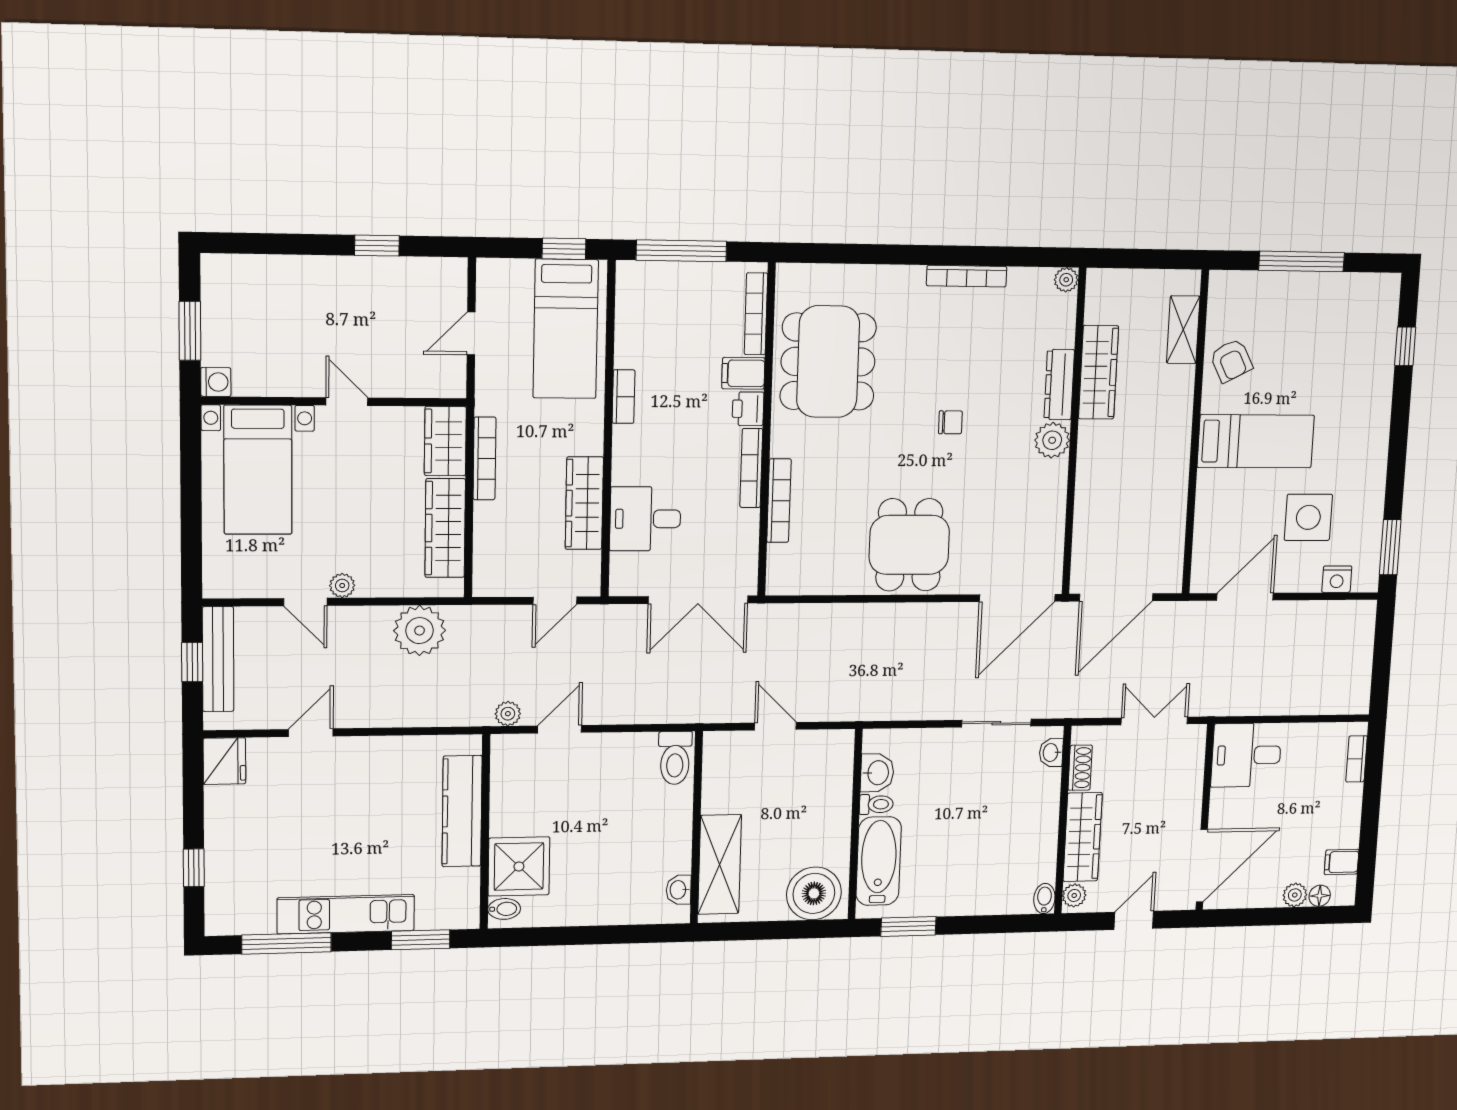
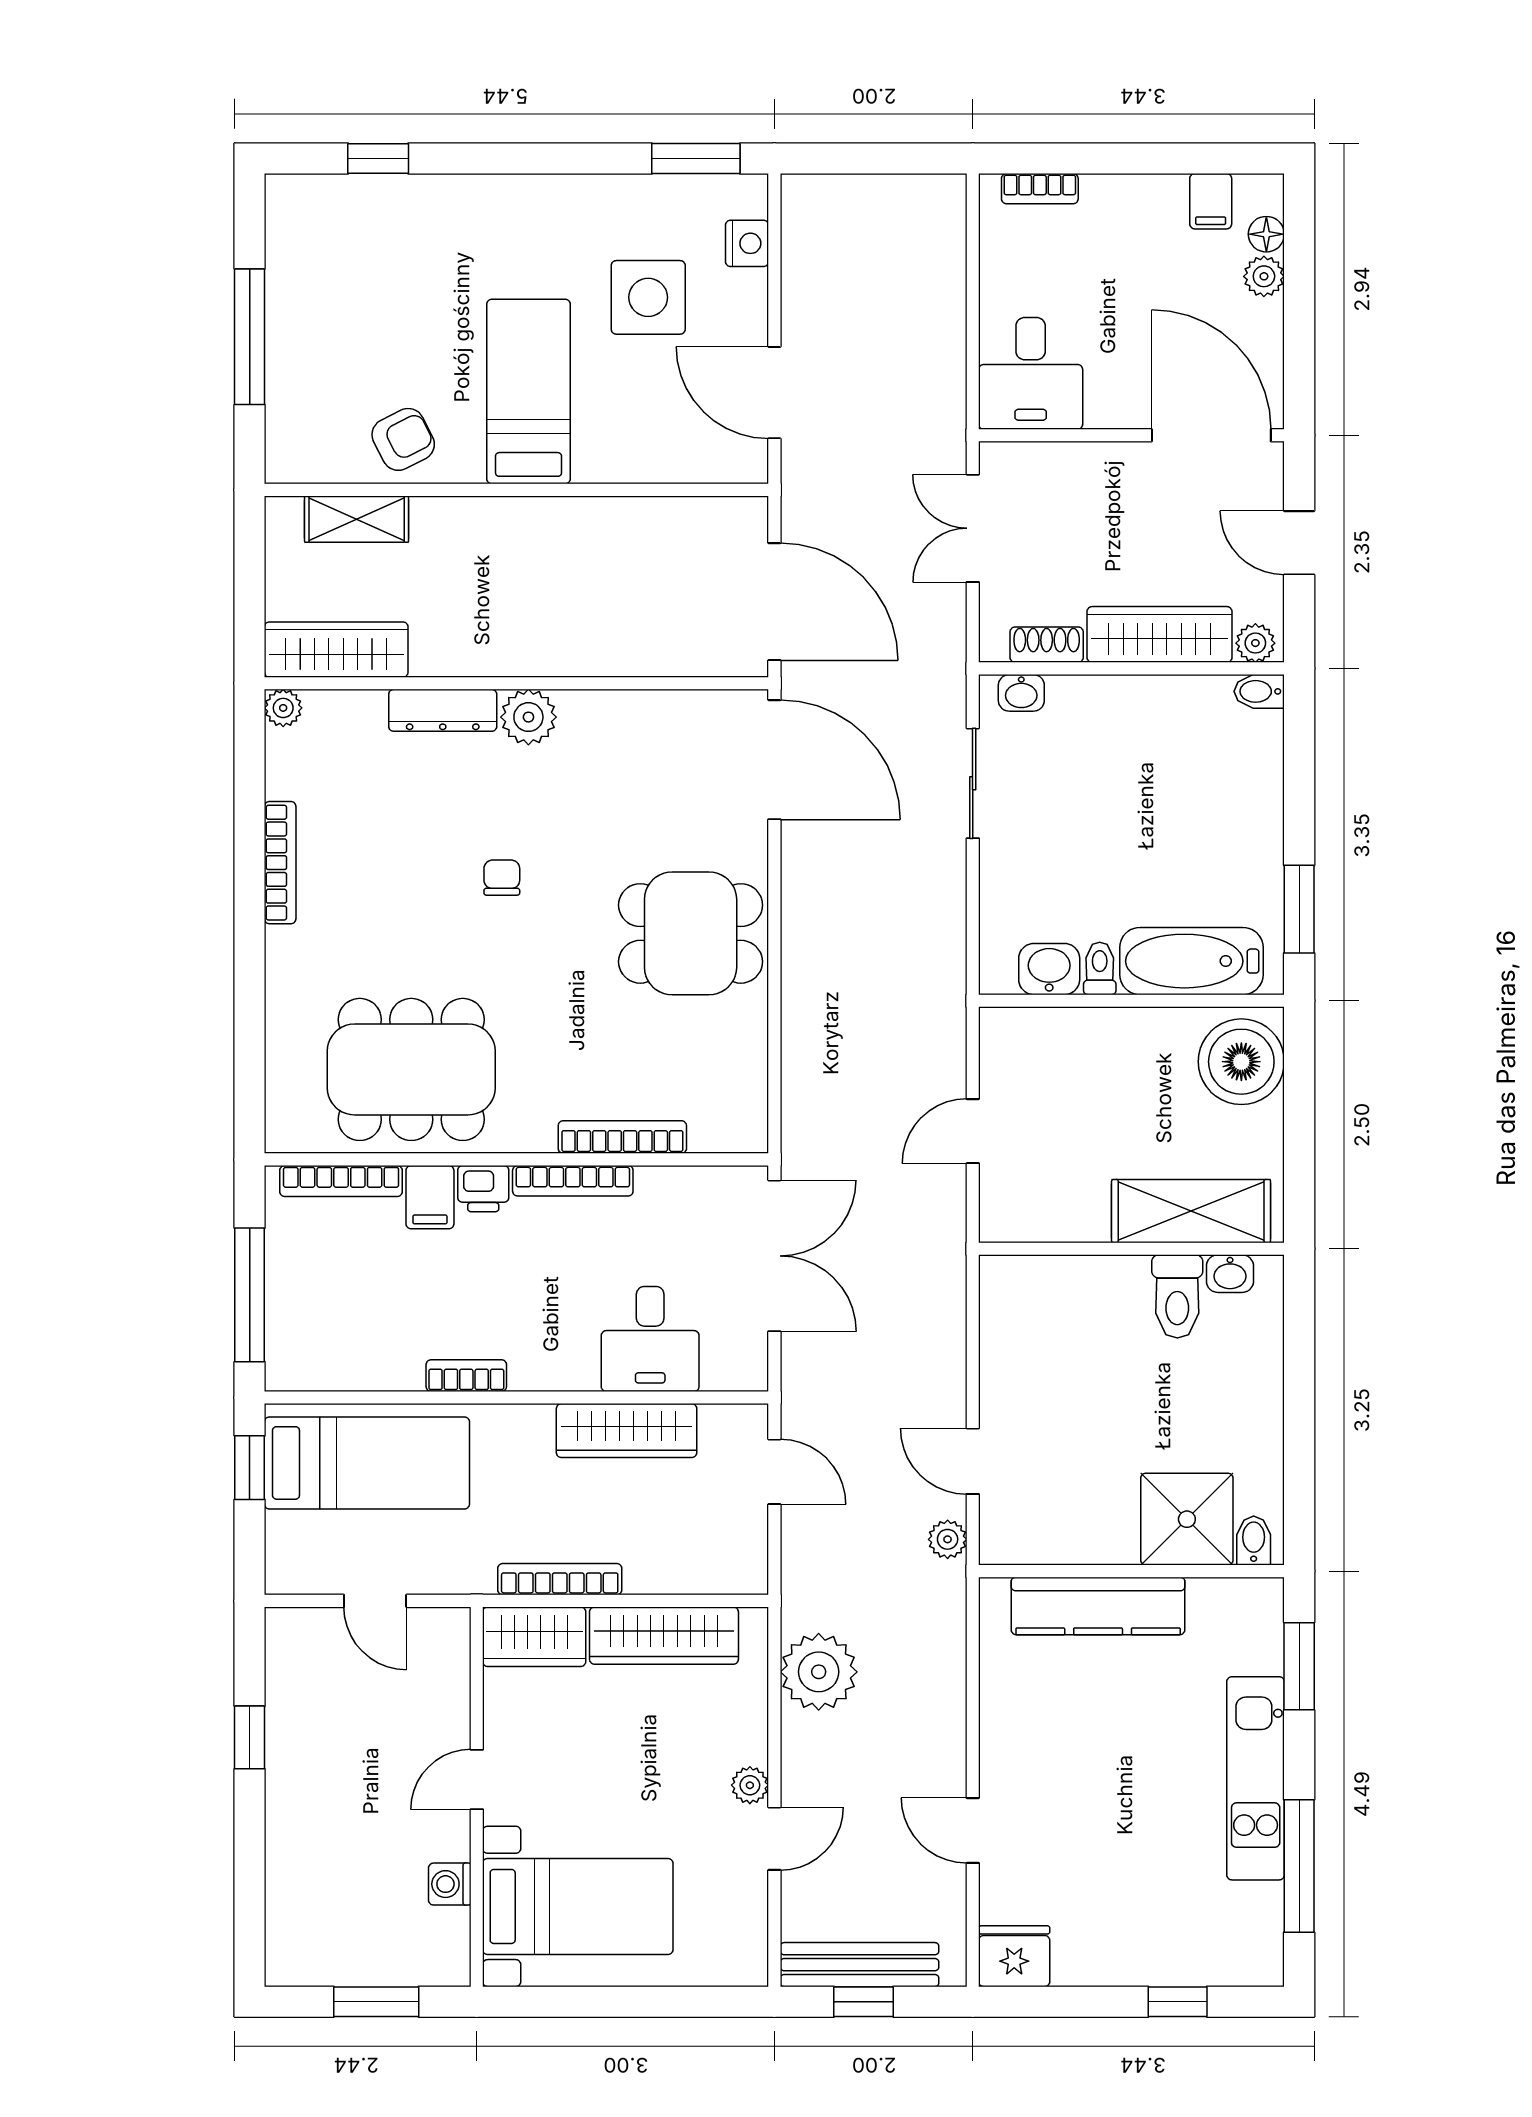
wardrobe: (1098, 372) -> (336, 650), moved
washing machine: (216, 382) -> (450, 1884), moved, turned -90
toilet: (675, 758) -> (1177, 1296), moved, turned 90

